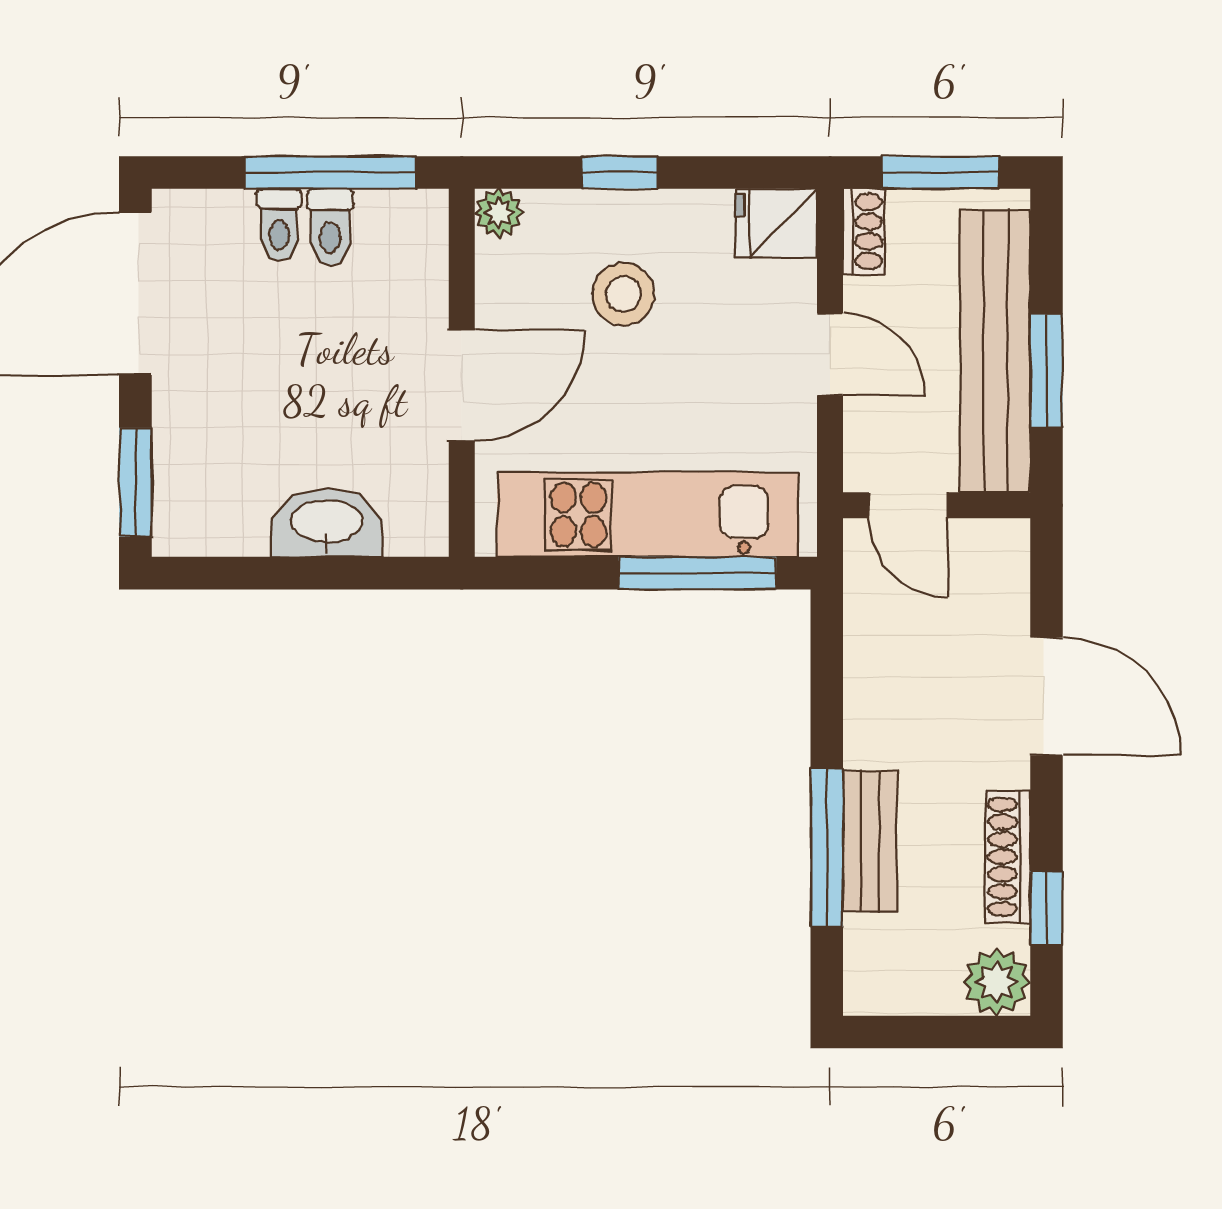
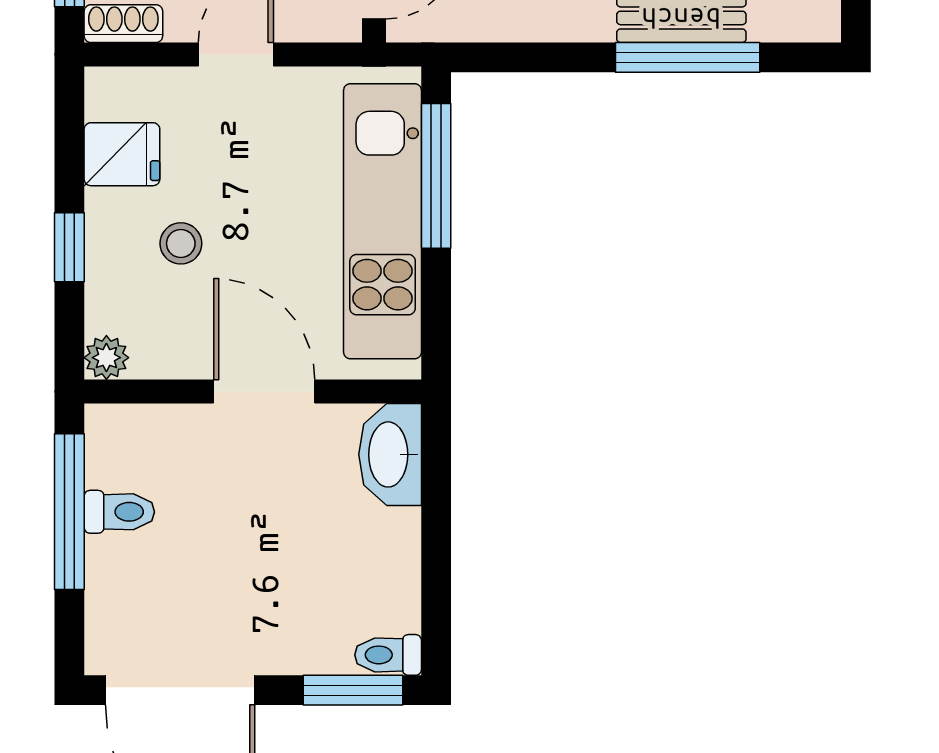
fridge: (776, 223) -> (122, 154), moved, turned -90
toilet: (279, 225) -> (388, 655), moved, turned 180
stool: (623, 294) -> (181, 243), width x0.73, depth x0.73
washbasin: (327, 523) -> (390, 454), moved

